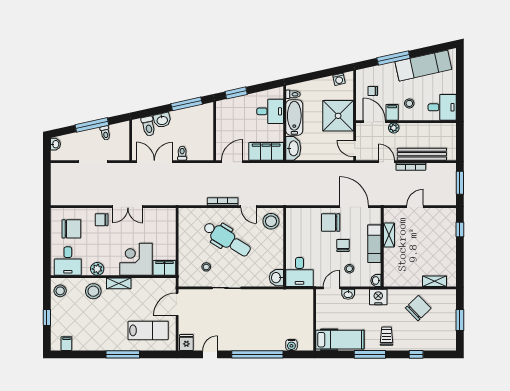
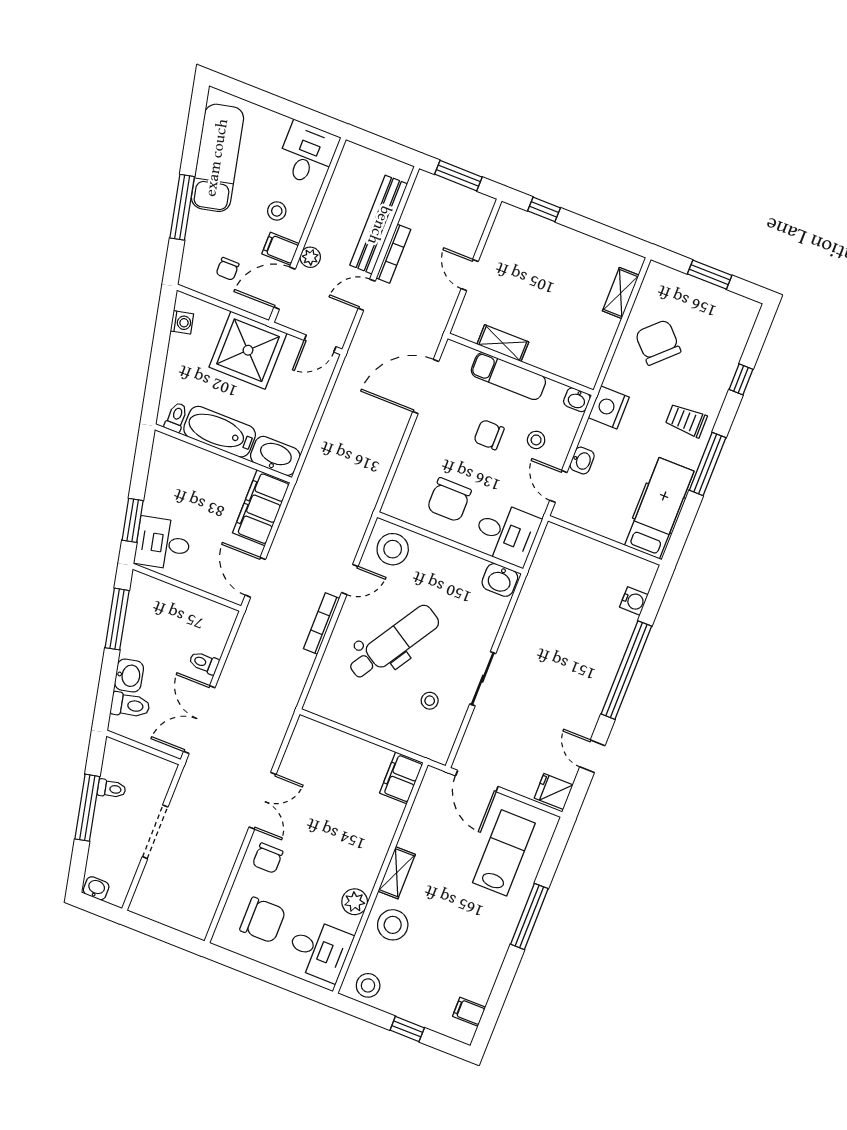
desk: (270, 111) -> (163, 543), moved, turned -103
chair: (331, 223) -> (449, 500), moved
chair: (71, 229) -> (263, 920), turned 90
corner desk: (136, 259) -> (365, 824), removed

